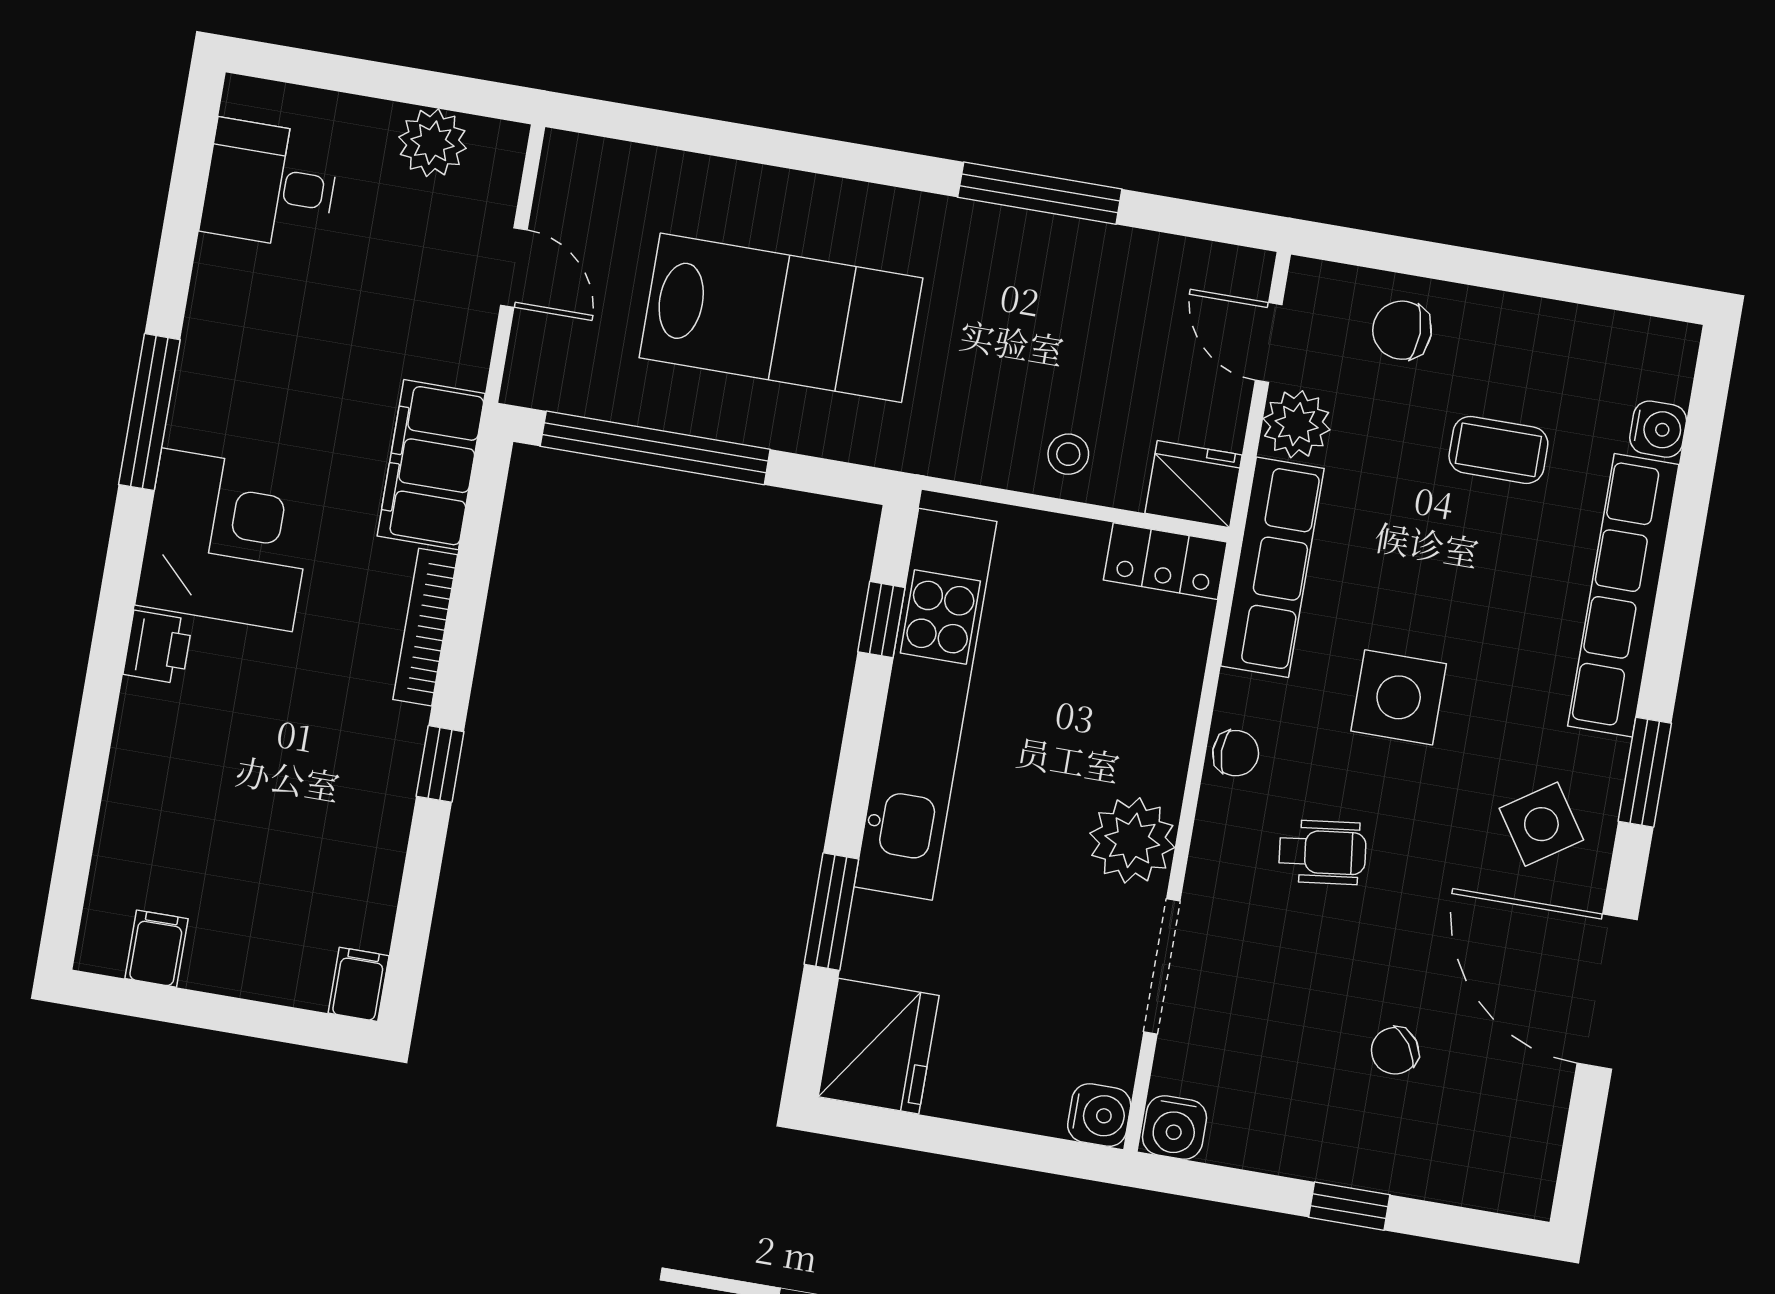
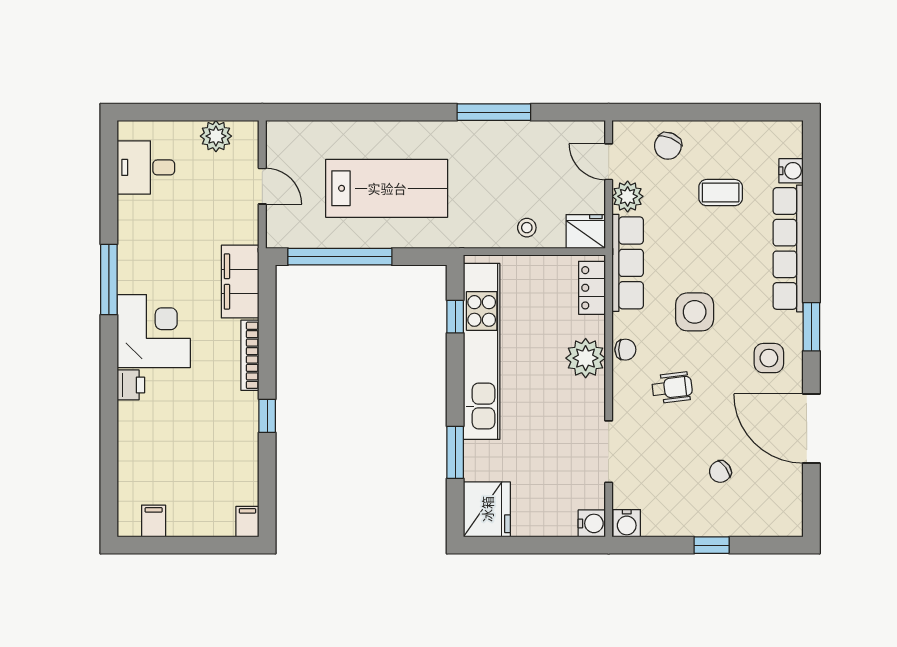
chair: (1402, 330) -> (668, 146), turned -67
locker: (1165, 561) -> (592, 288), moved, turned 90
side table: (1541, 824) -> (769, 358), turned 34
plant: (1132, 840) -> (586, 358), moved

